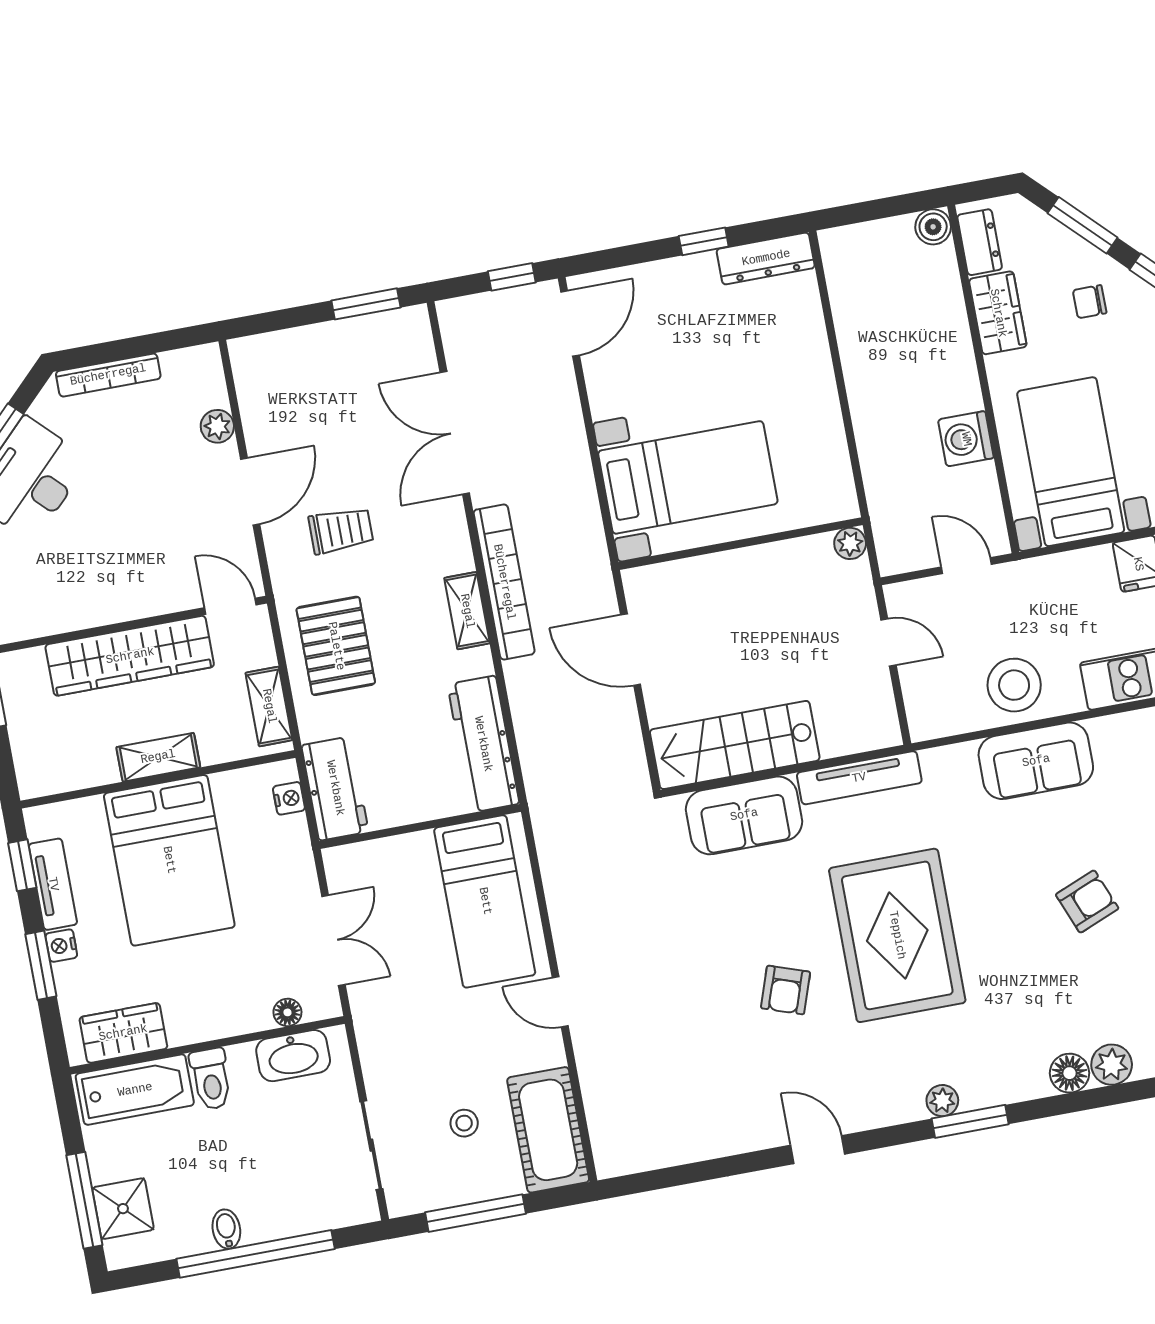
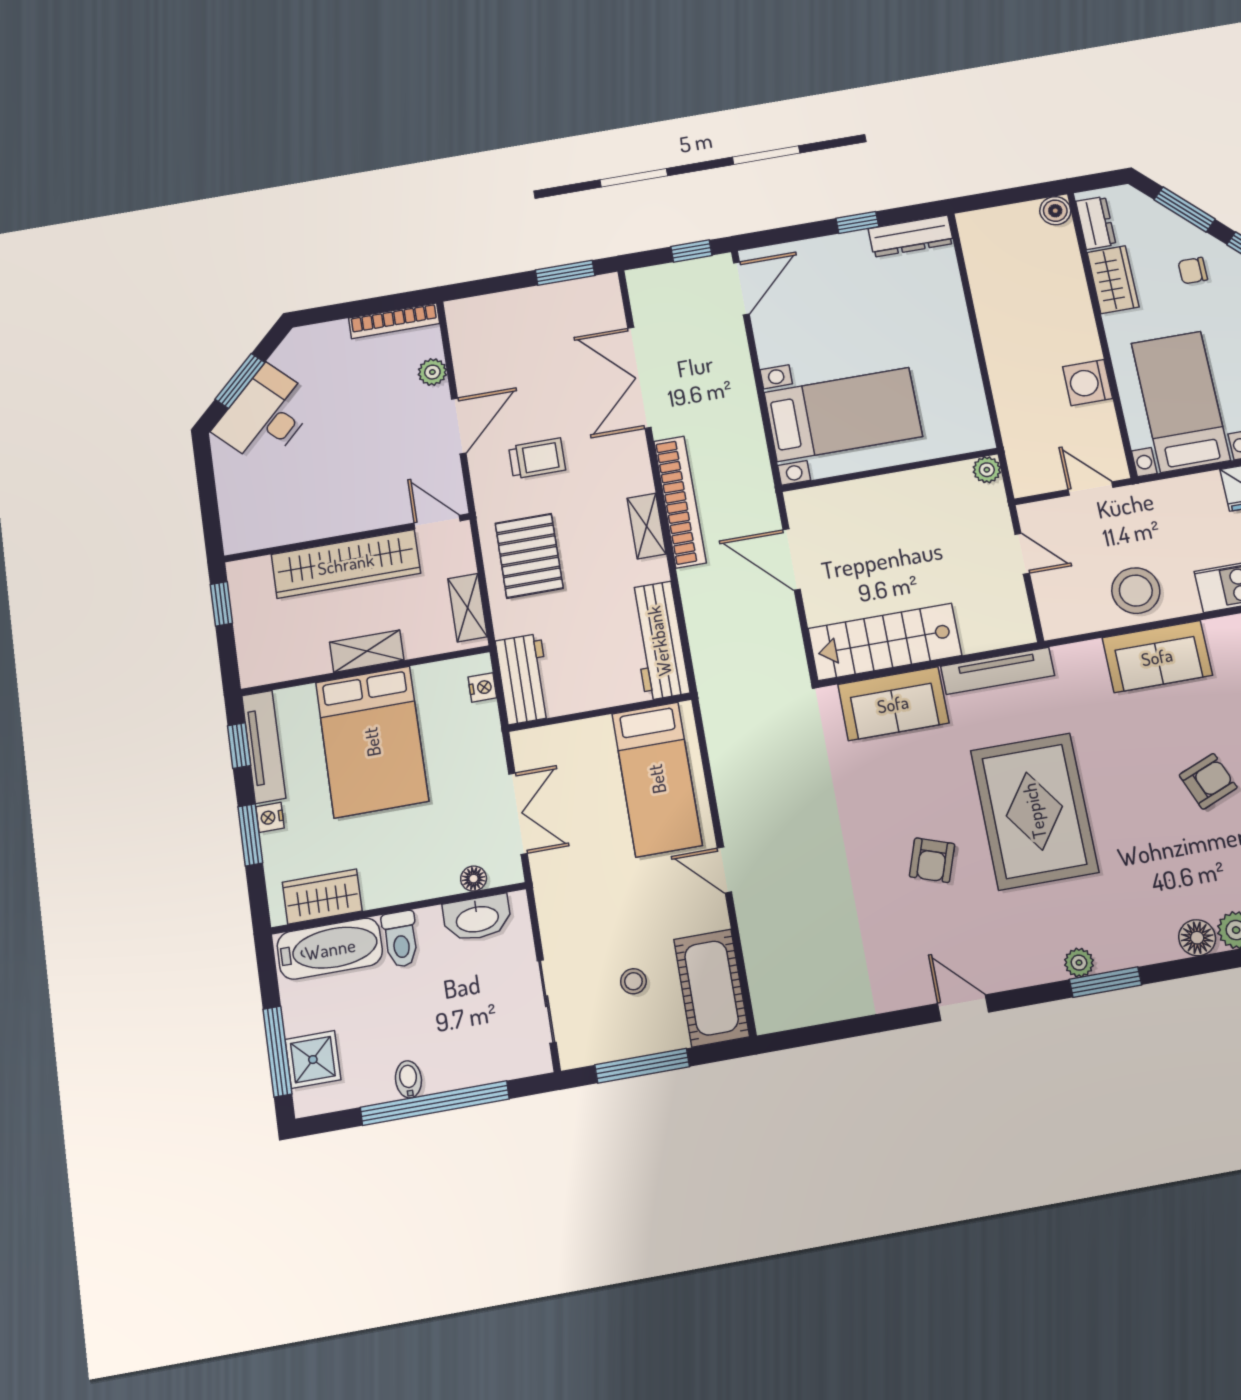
bookcase: (108, 375) -> (394, 321), moved
tv unit: (53, 884) -> (264, 747), width x1.41

